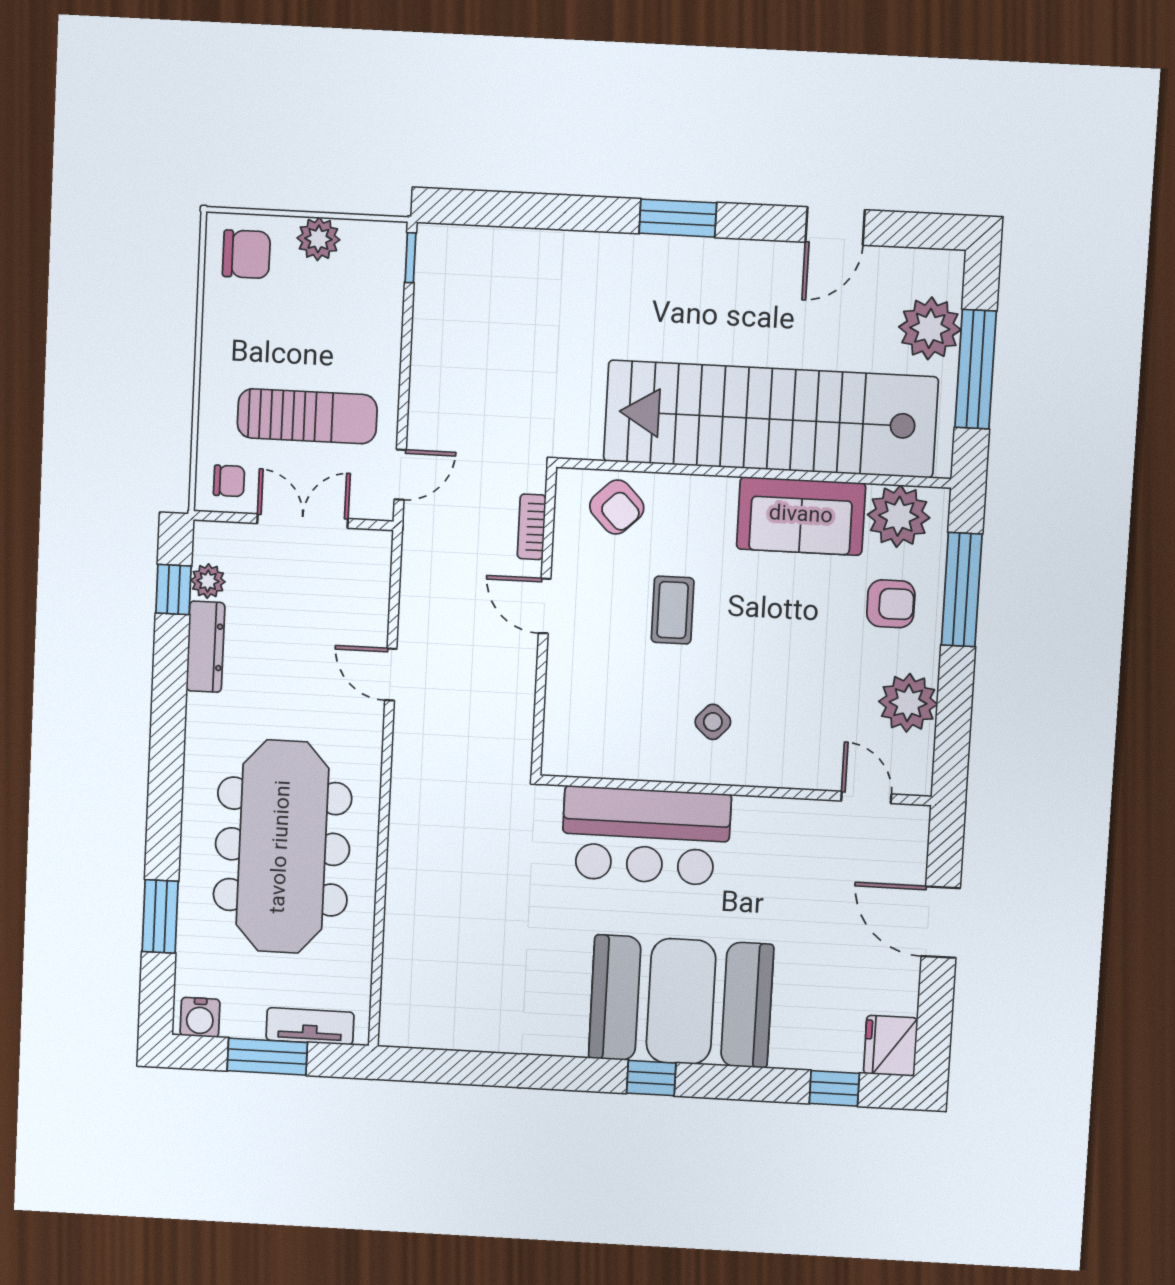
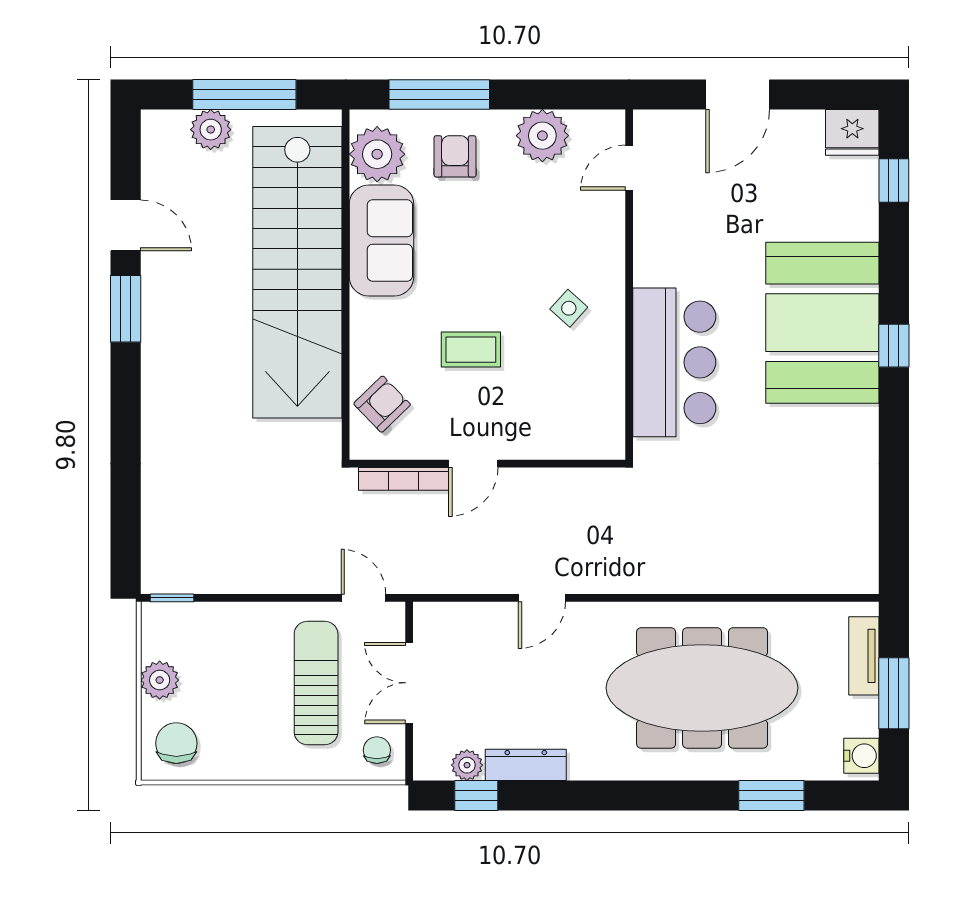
window: (678, 218) -> (126, 309), moved
plant: (930, 328) -> (211, 130), width x0.73, depth x0.73
bookcase: (532, 527) -> (404, 479), width x1.56

